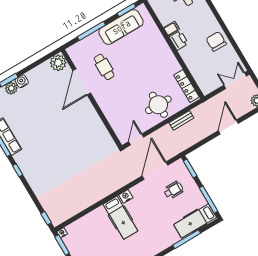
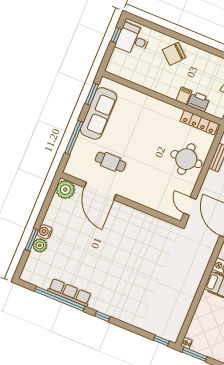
filing cabinet: (171, 29) -> (184, 96), moved
printer: (179, 40) -> (199, 102), moved
chair: (216, 41) -> (174, 54), moved, turned -48

